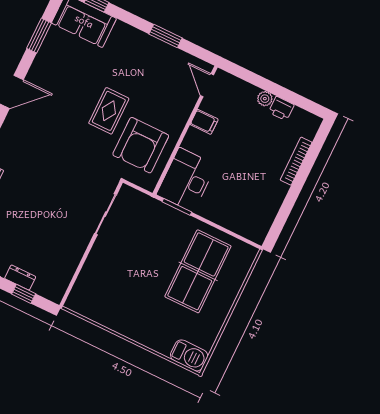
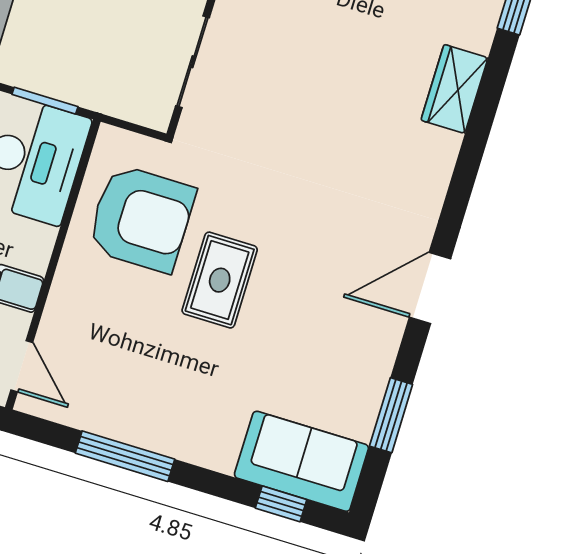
window: (166, 36) -> (125, 456), width x1.44
armchair: (141, 145) -> (141, 218), turned 90

